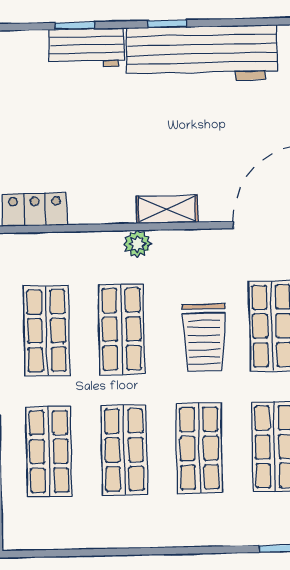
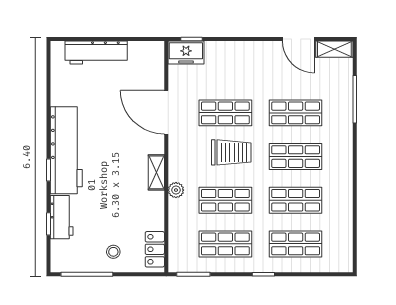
stool: (29, 138) -> (113, 252), added

